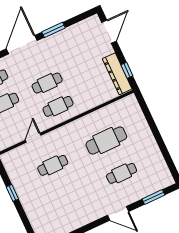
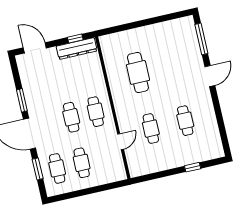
door: (33, 138) -> (121, 142), swing flipped
cafe table: (122, 173) -> (185, 121), moved
window: (12, 193) -> (193, 167), moved
window: (153, 197) -> (201, 39), width x1.44

